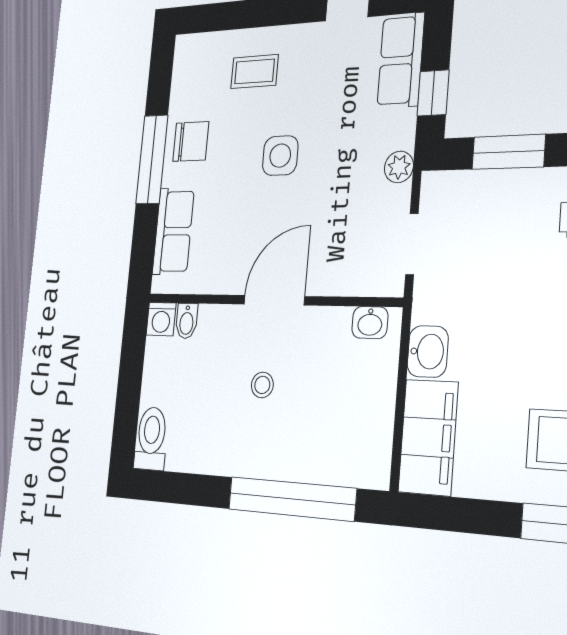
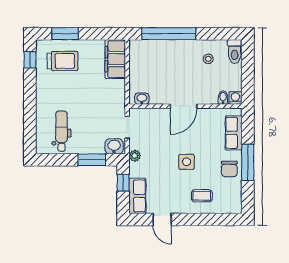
chair: (191, 141) -> (229, 169), turned -90
washbasin: (428, 351) -> (114, 146), moved, turned 90
stool: (262, 385) -> (208, 59), moved

